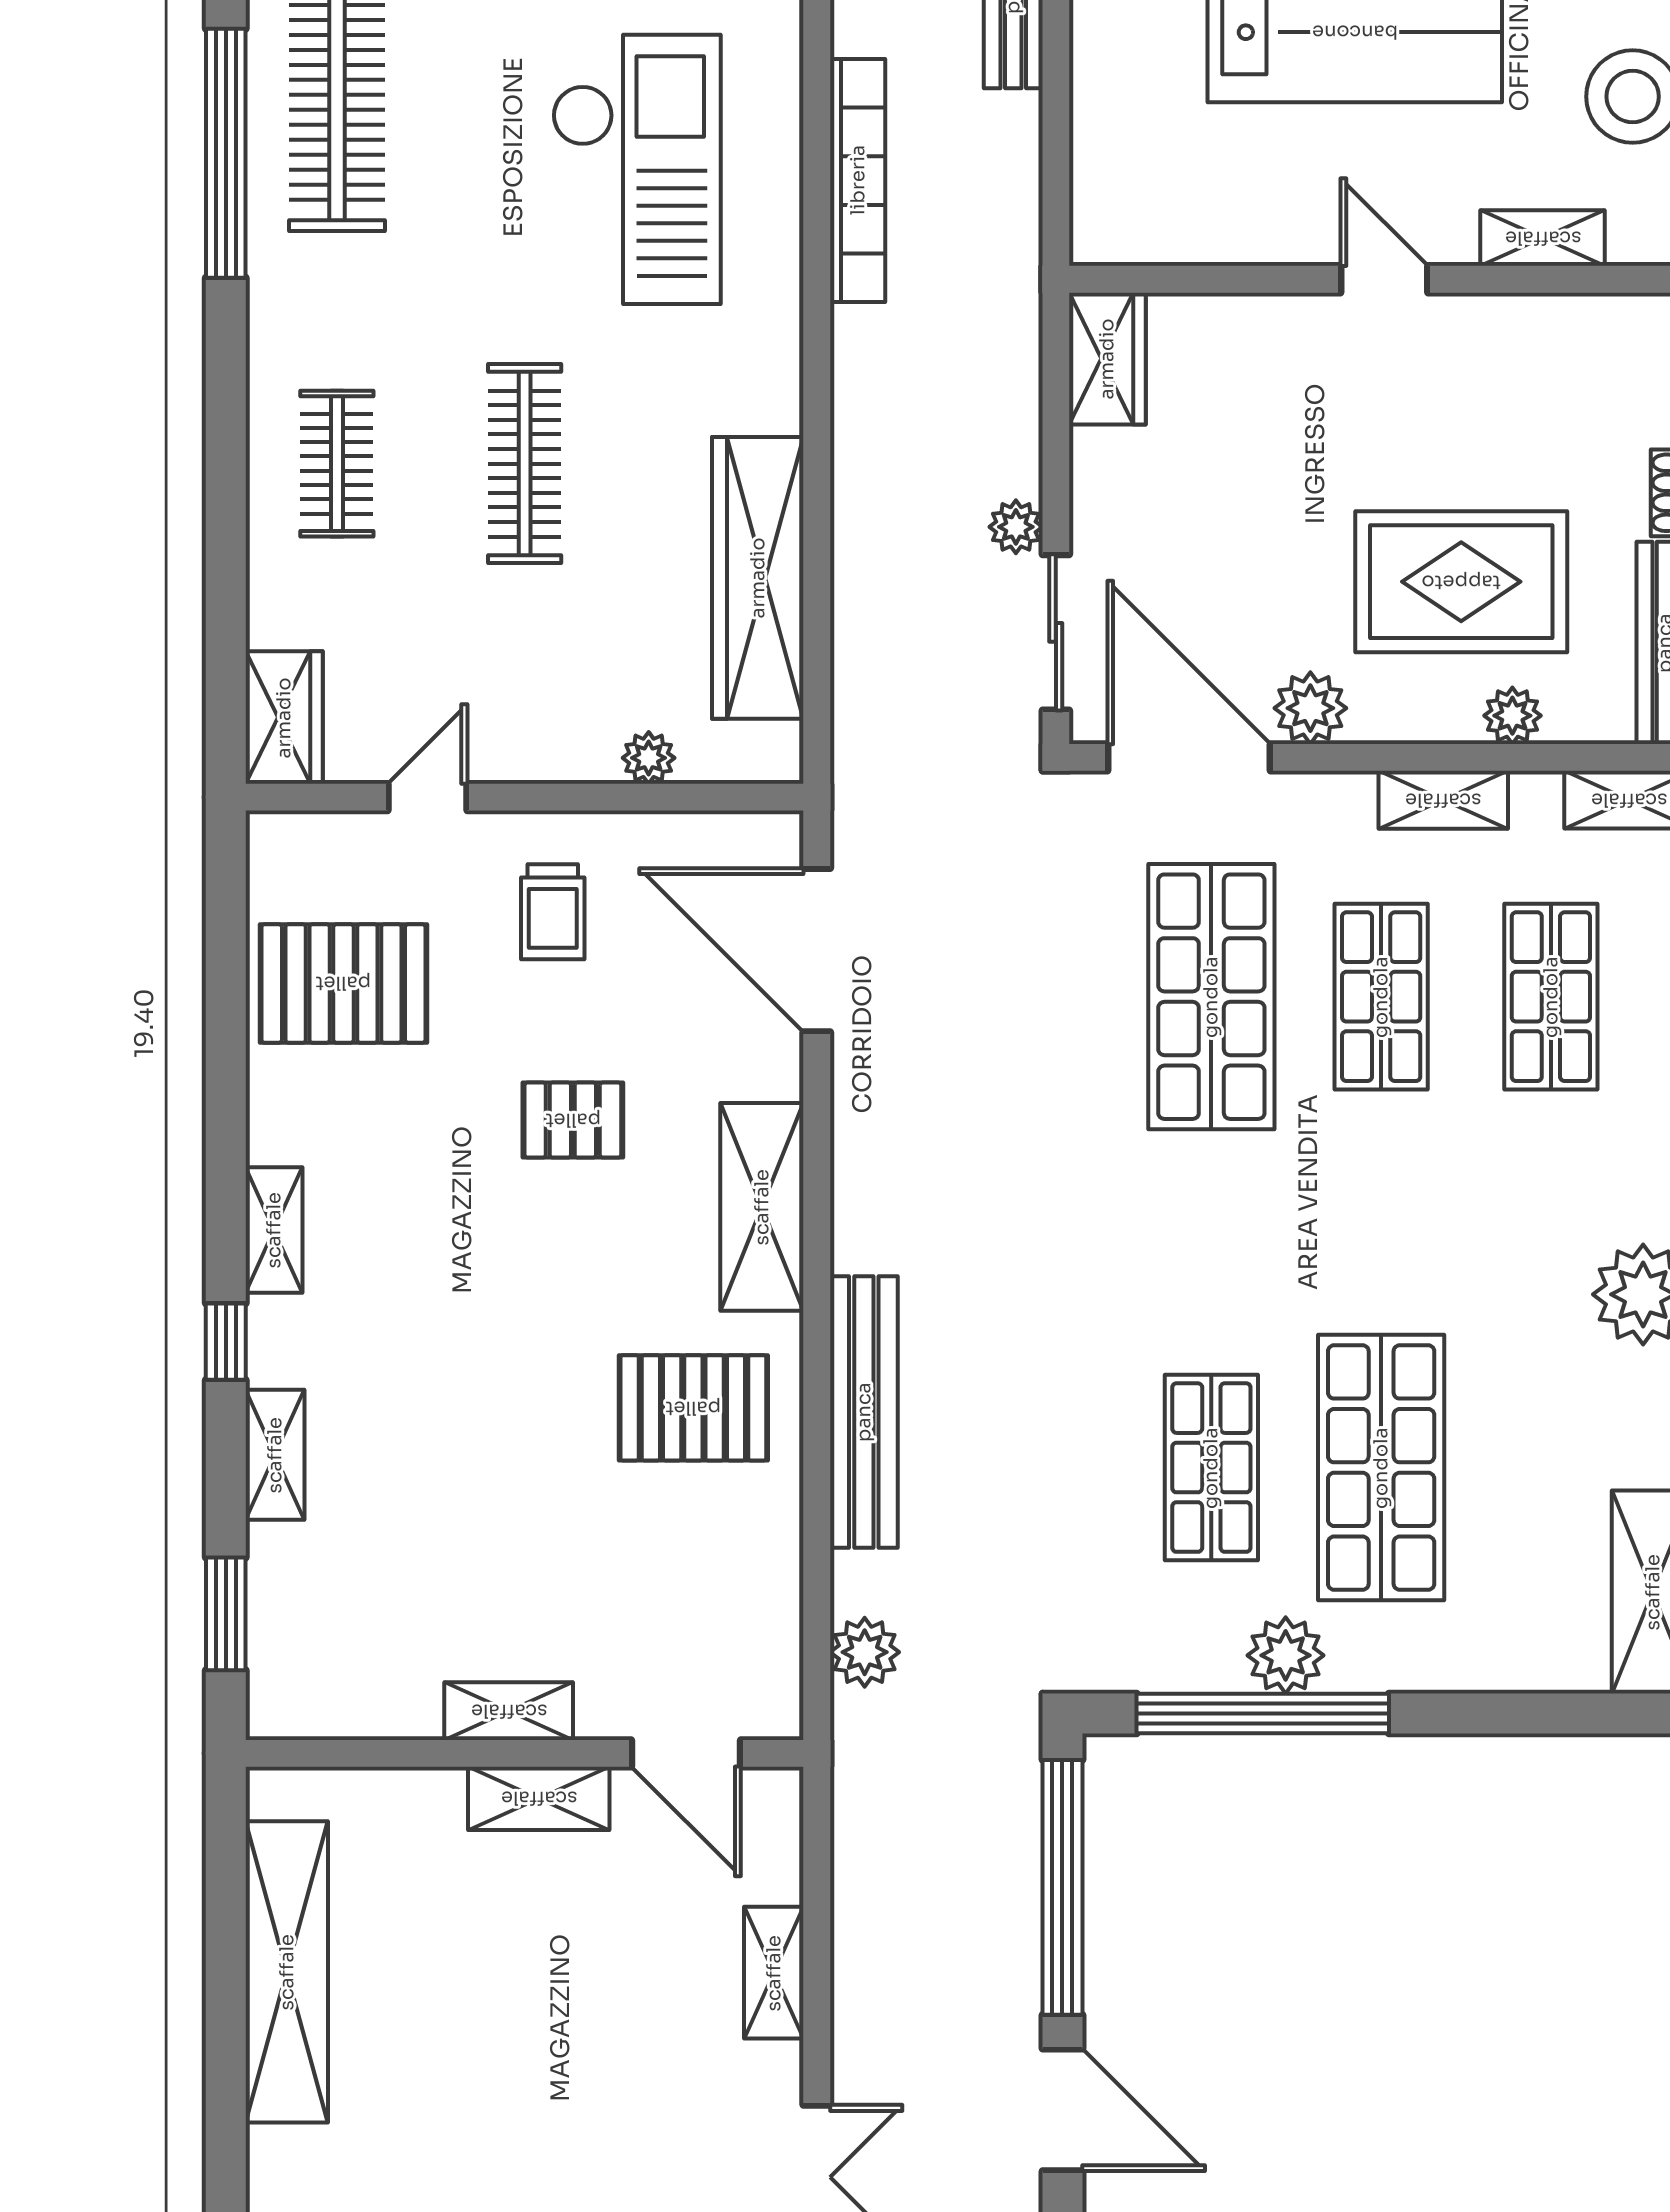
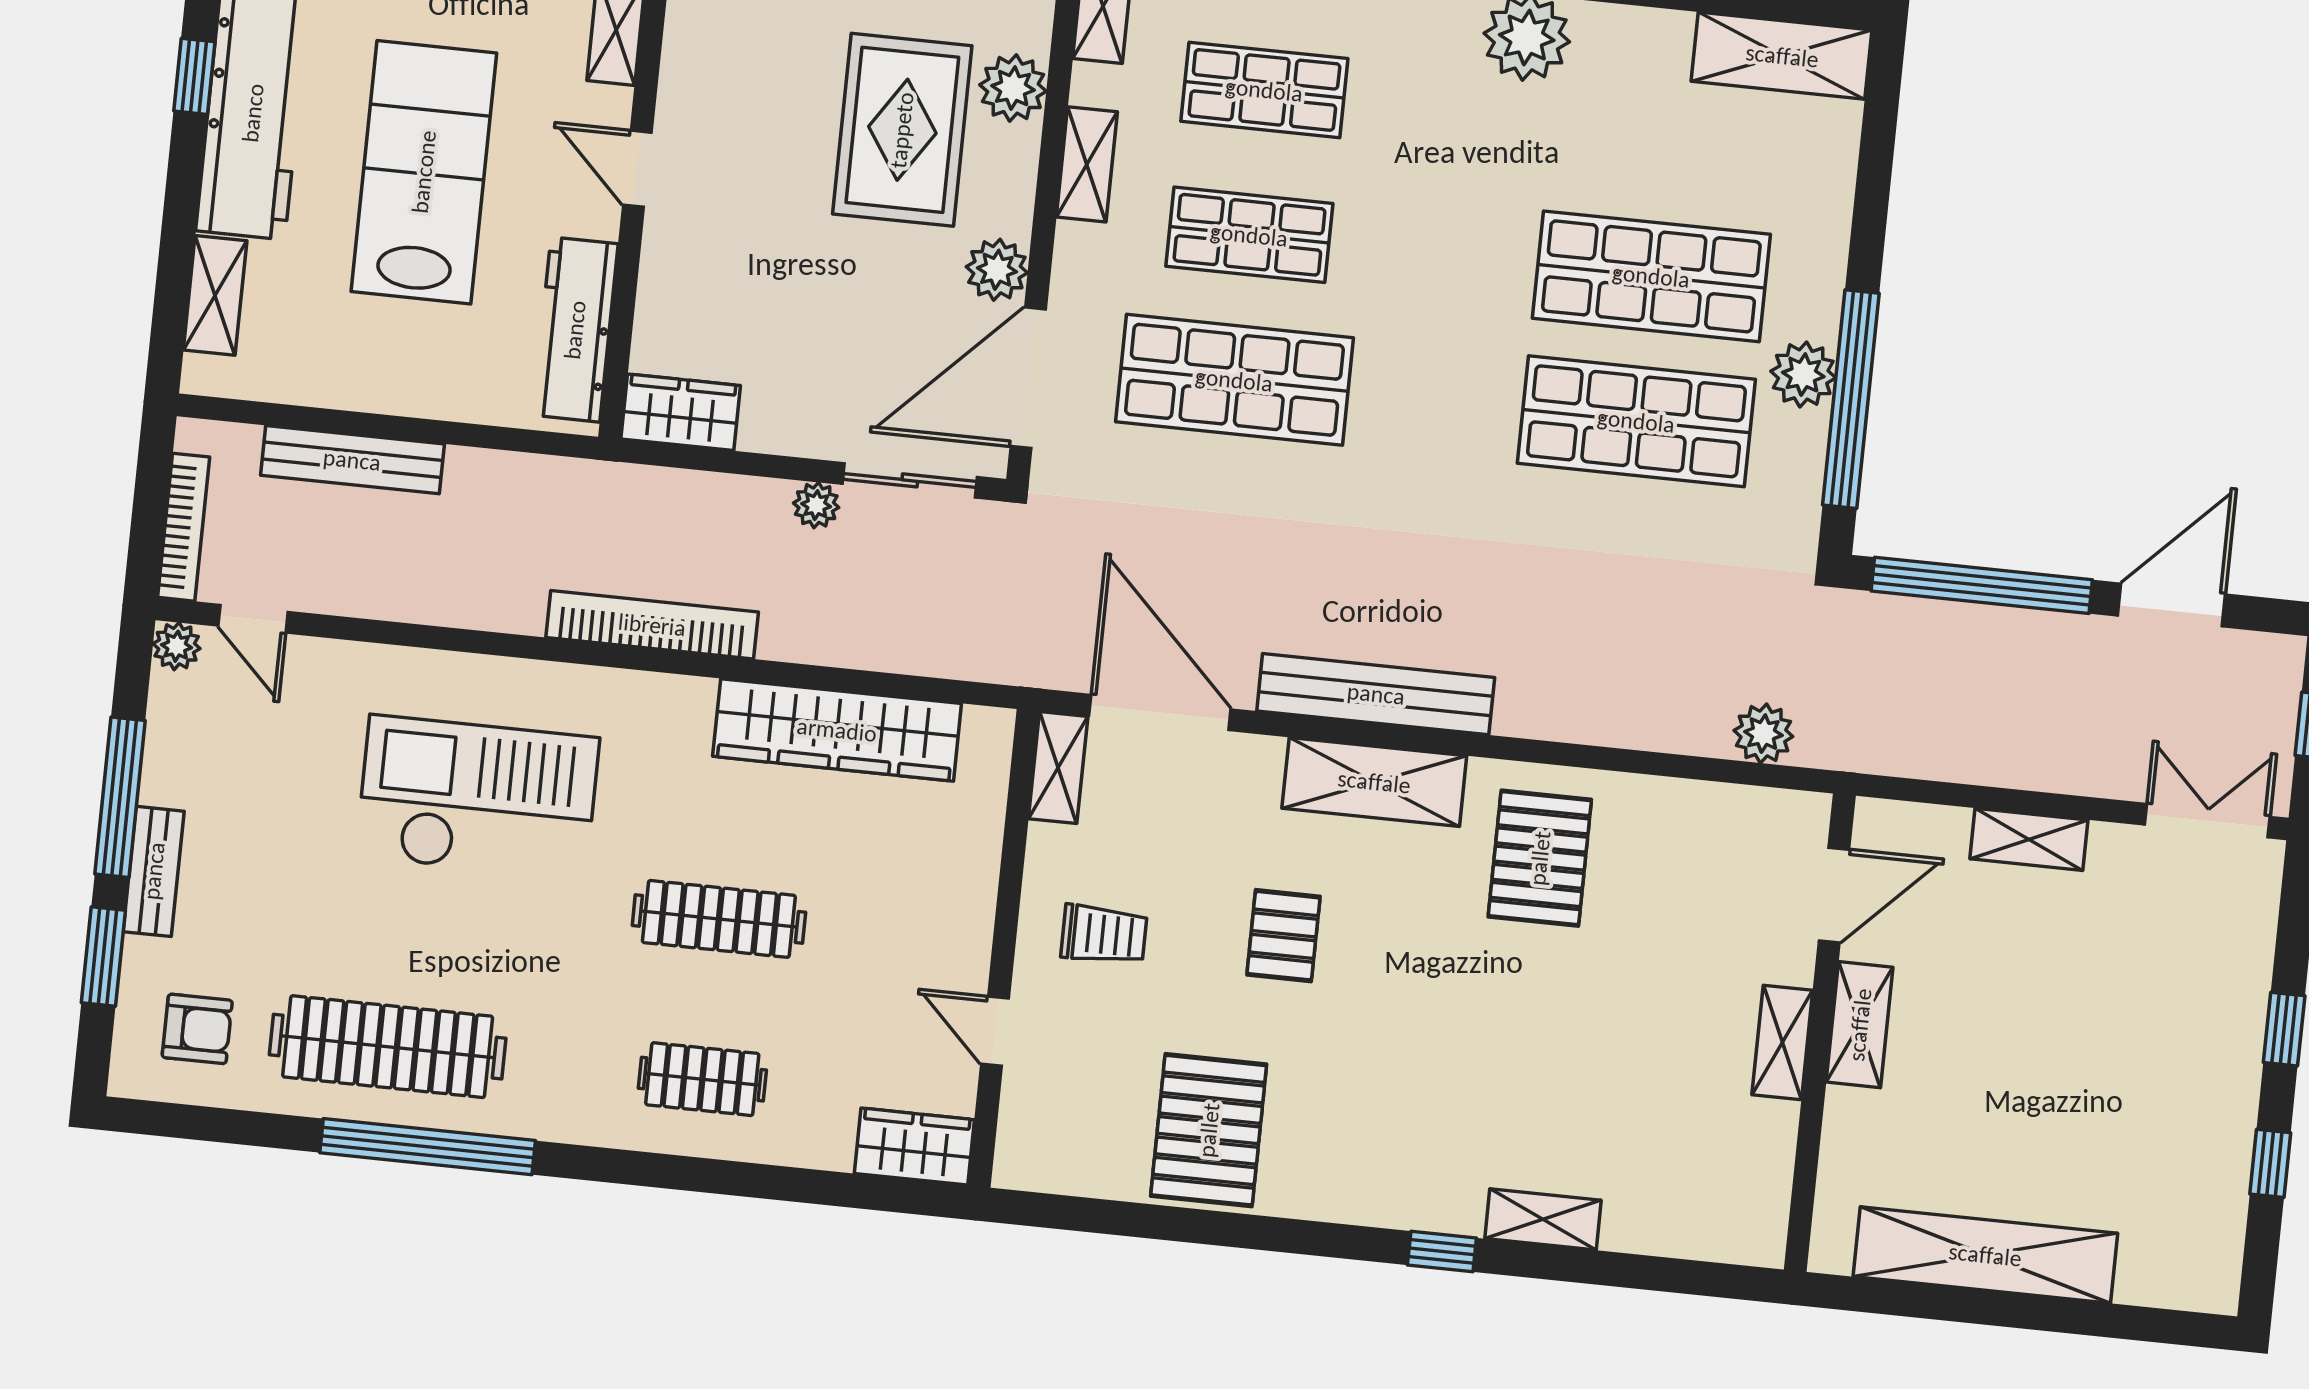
bookcase: (858, 180) -> (652, 625), moved
workbench: (1191, 227) -> (575, 330), added
door: (1384, 279) -> (637, 169), hinge flipped
plant: (1512, 716) -> (1013, 88), width x1.38, depth x1.38
plant: (649, 758) -> (981, 839), removed
door: (817, 950) -> (1160, 712), swing flipped
pallet: (343, 983) -> (1209, 1130), moved
shelving: (274, 1230) -> (1058, 768), moved, turned 90
bench: (864, 1412) -> (1376, 694), moved
shop shelf: (1211, 1468) -> (1636, 421), width x1.43, depth x1.36
window: (226, 1614) -> (1674, 1275), removed

